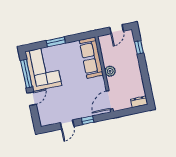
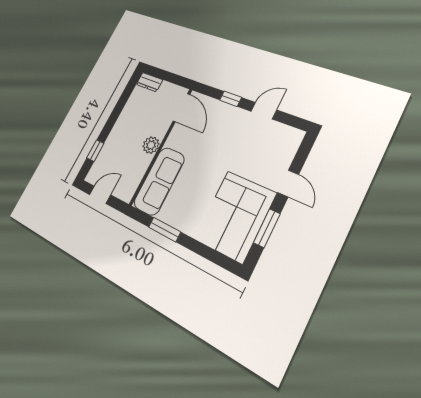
window: (56, 42) -> (164, 230), moved
window: (26, 74) -> (267, 228), width x0.69
door: (32, 99) -> (288, 184), swing flipped
door: (110, 100) -> (181, 108), hinge flipped

